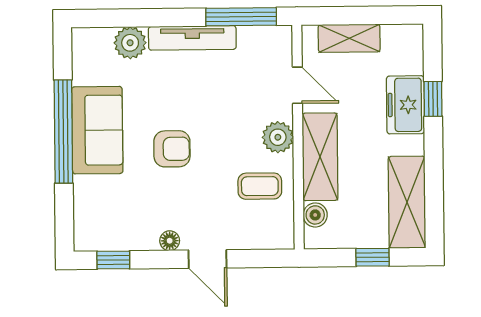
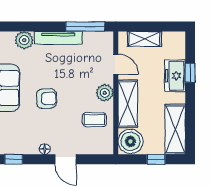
boiler: (315, 215) -> (130, 141), width x1.86, depth x1.86

